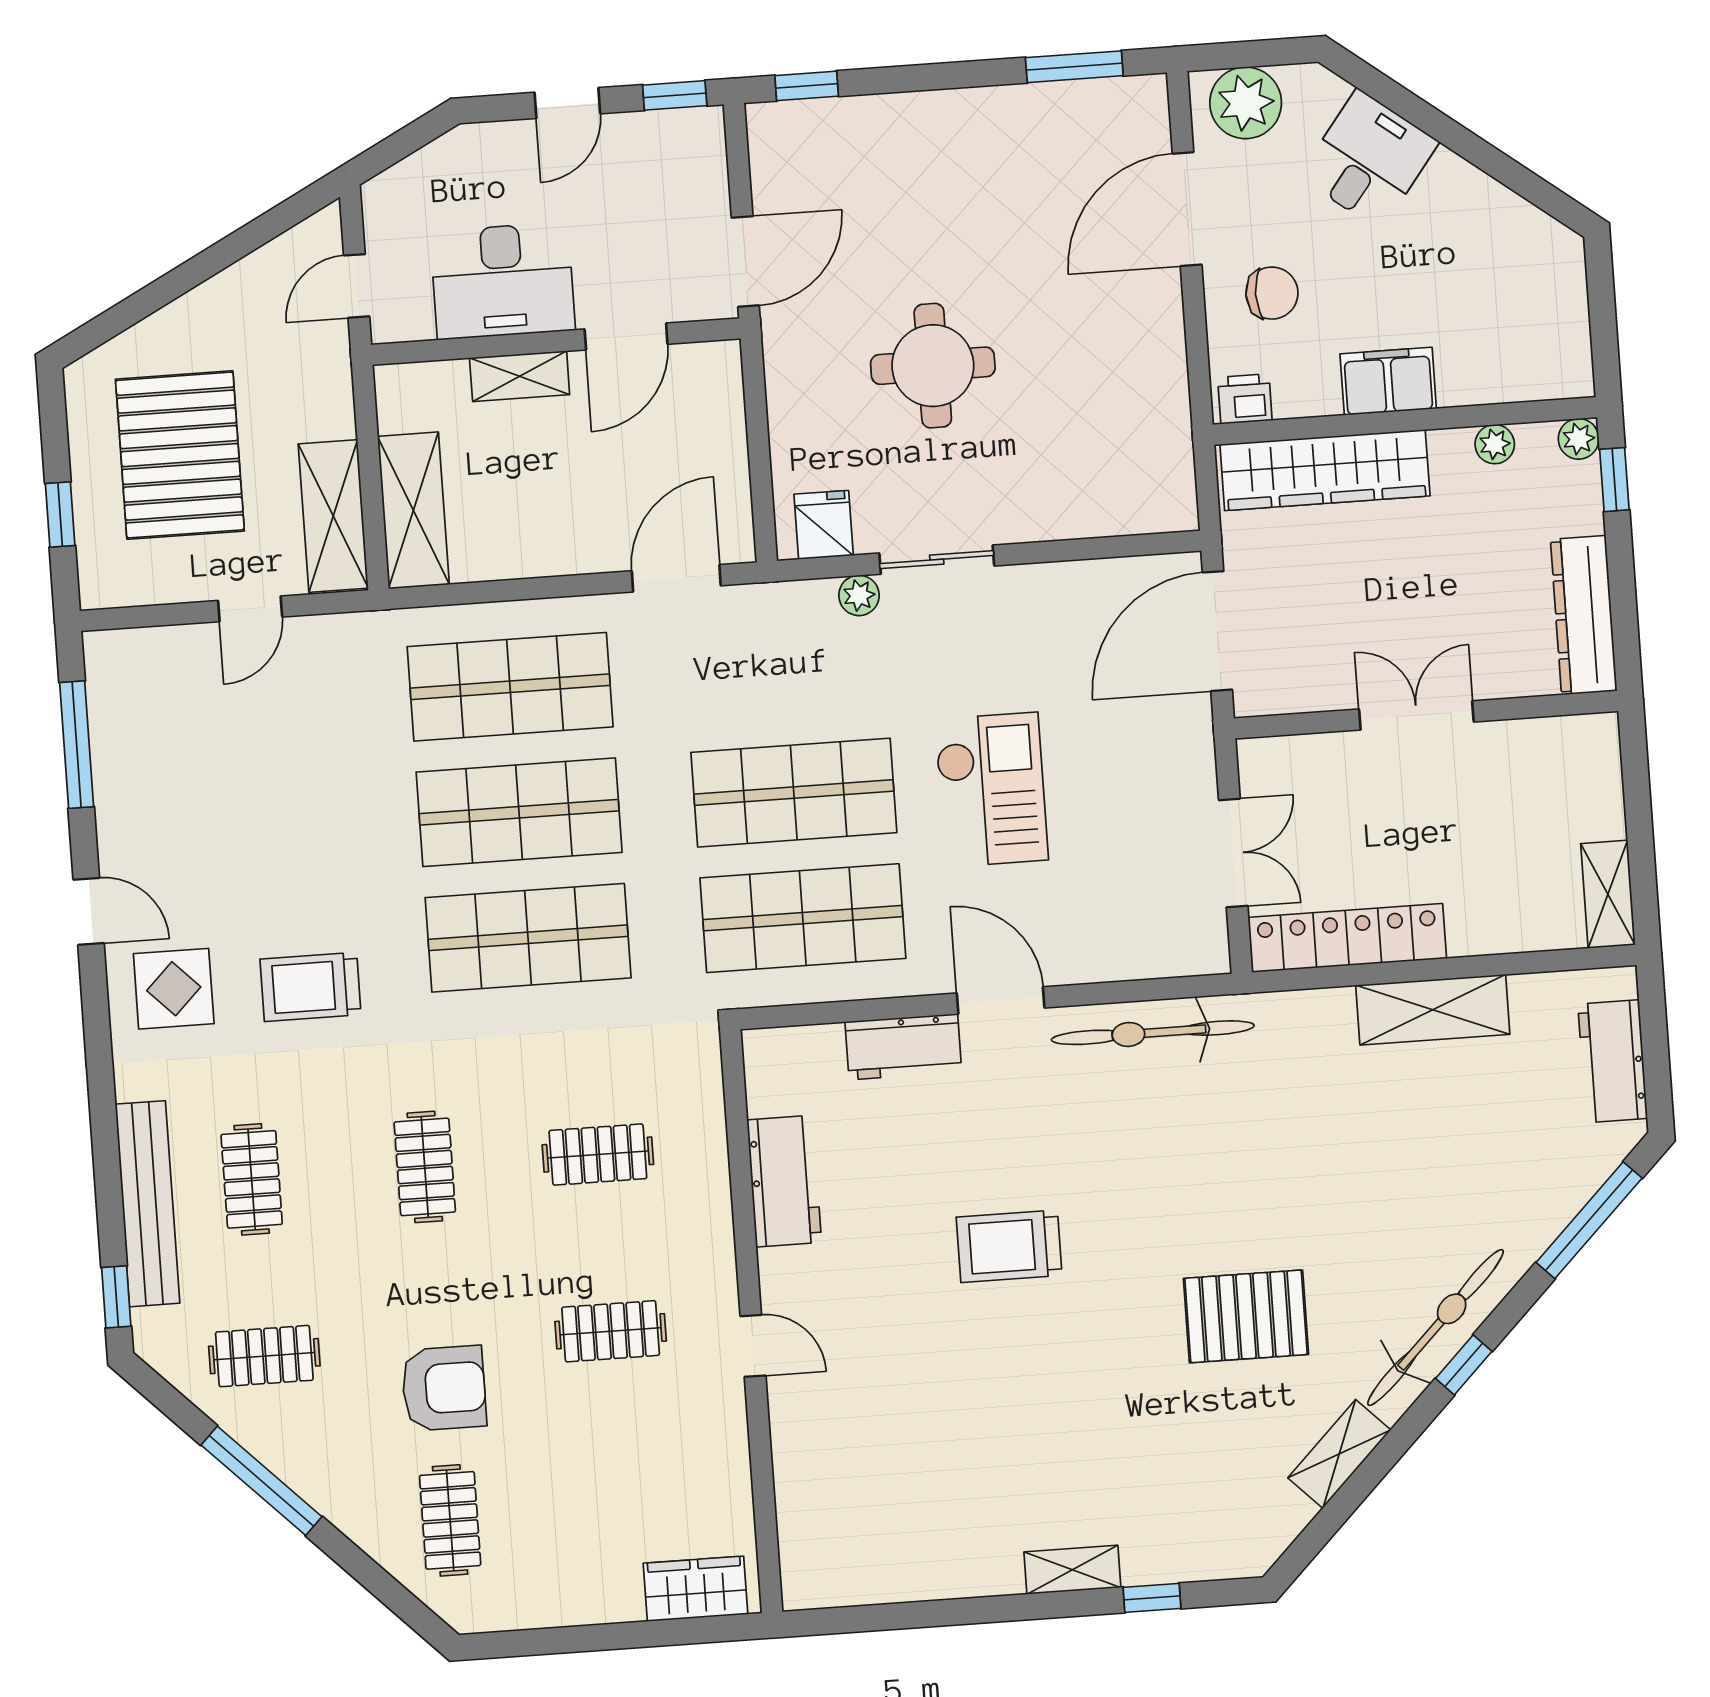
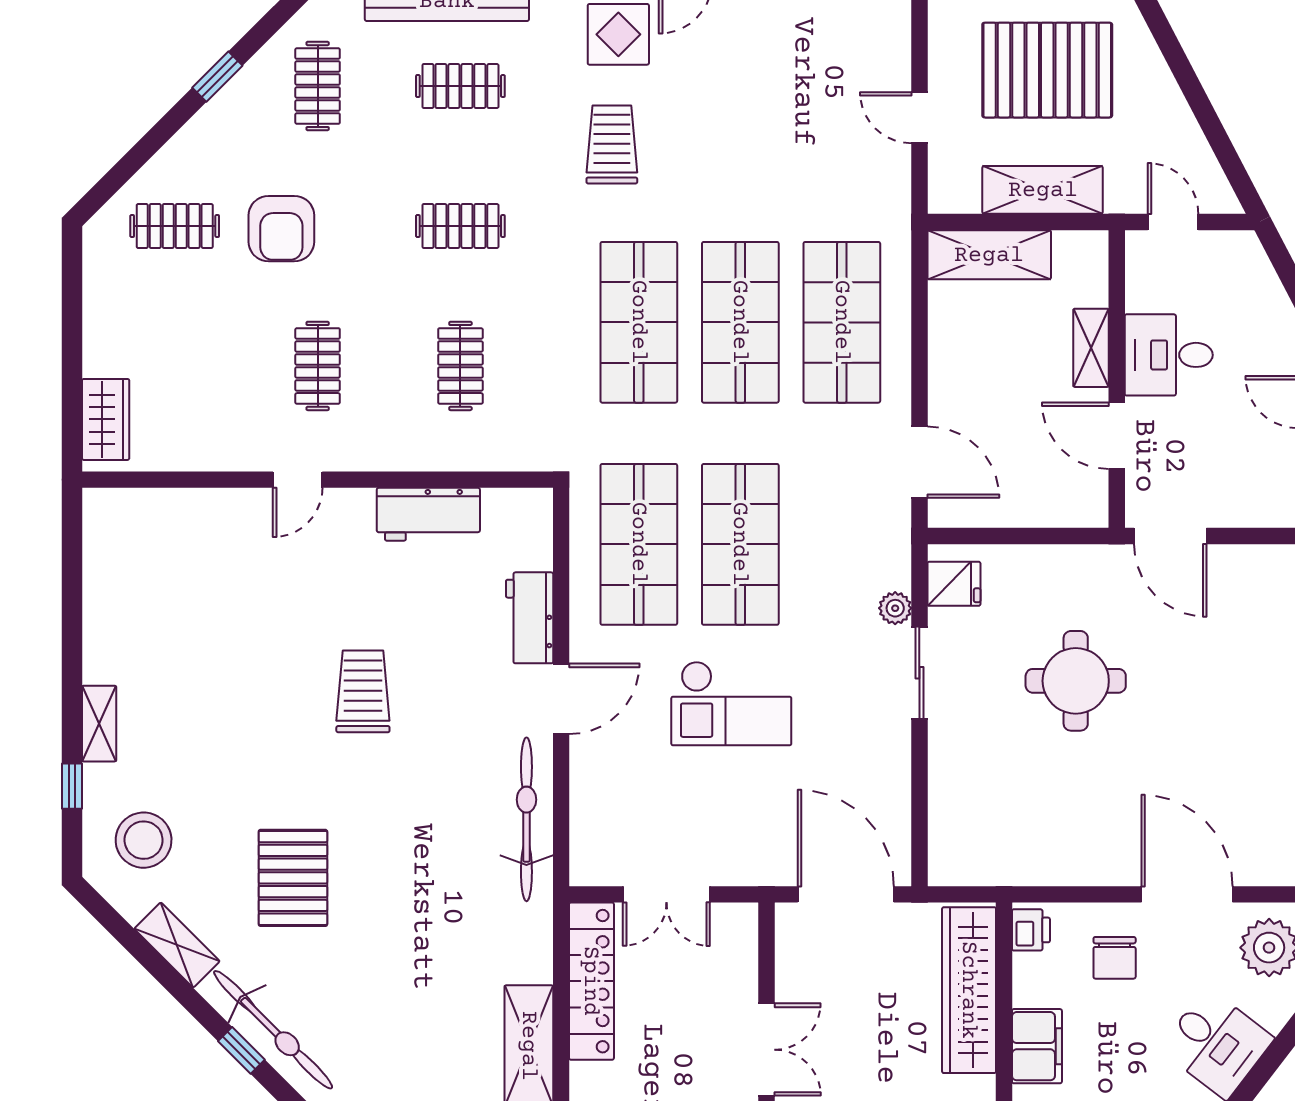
desk: (503, 281) -> (1169, 355), width x0.73
shelving: (333, 516) -> (1043, 190), moved
window: (262, 1481) -> (217, 77), width x0.46
stool: (1213, 1504) -> (144, 840), added

